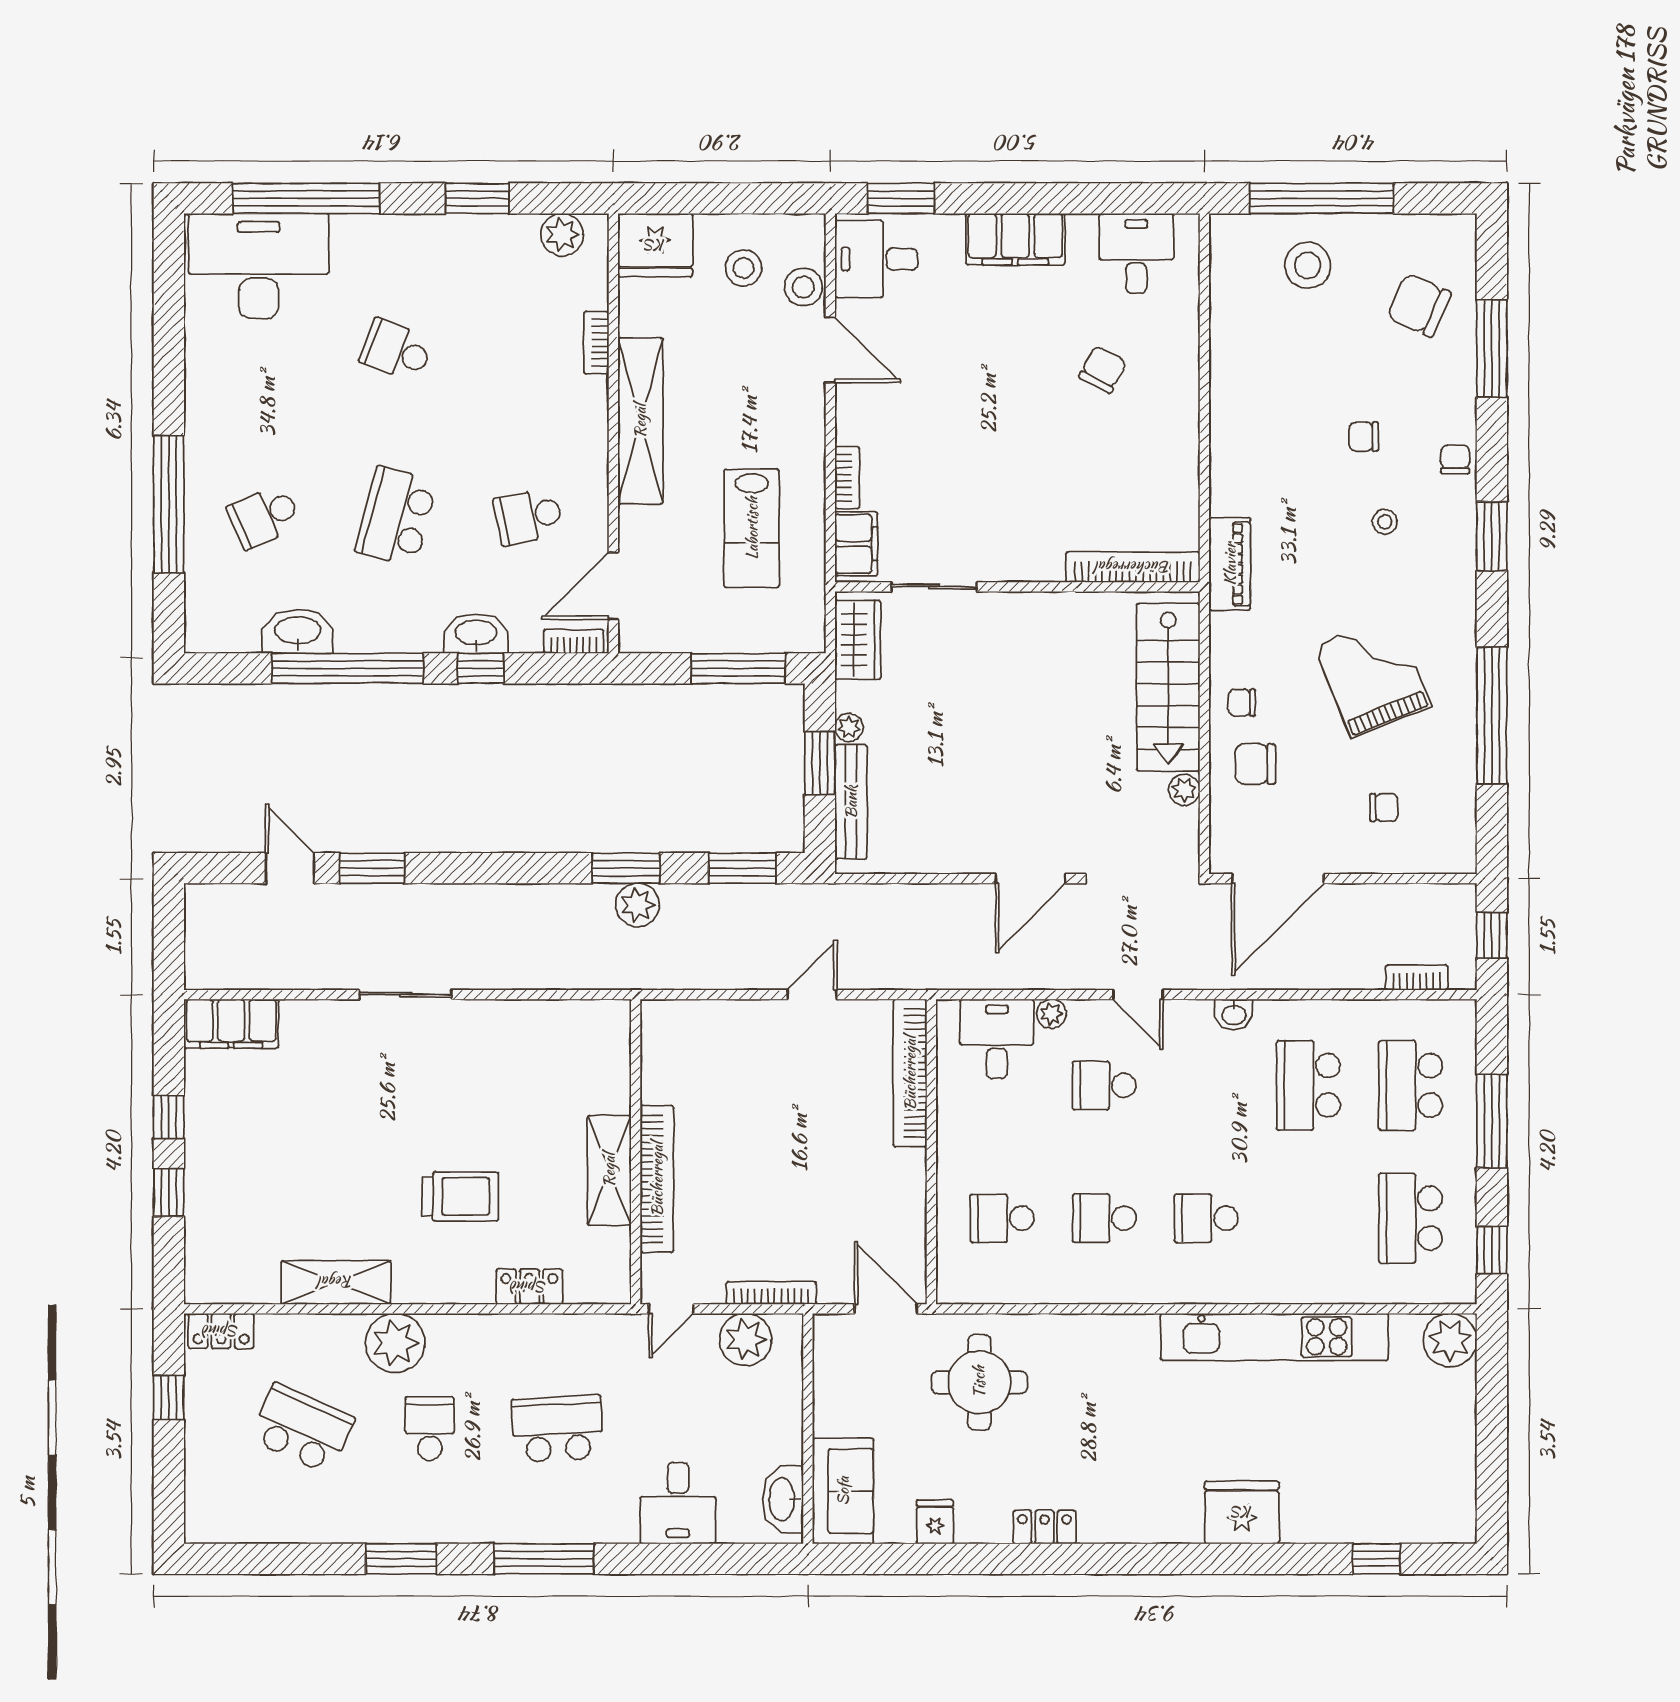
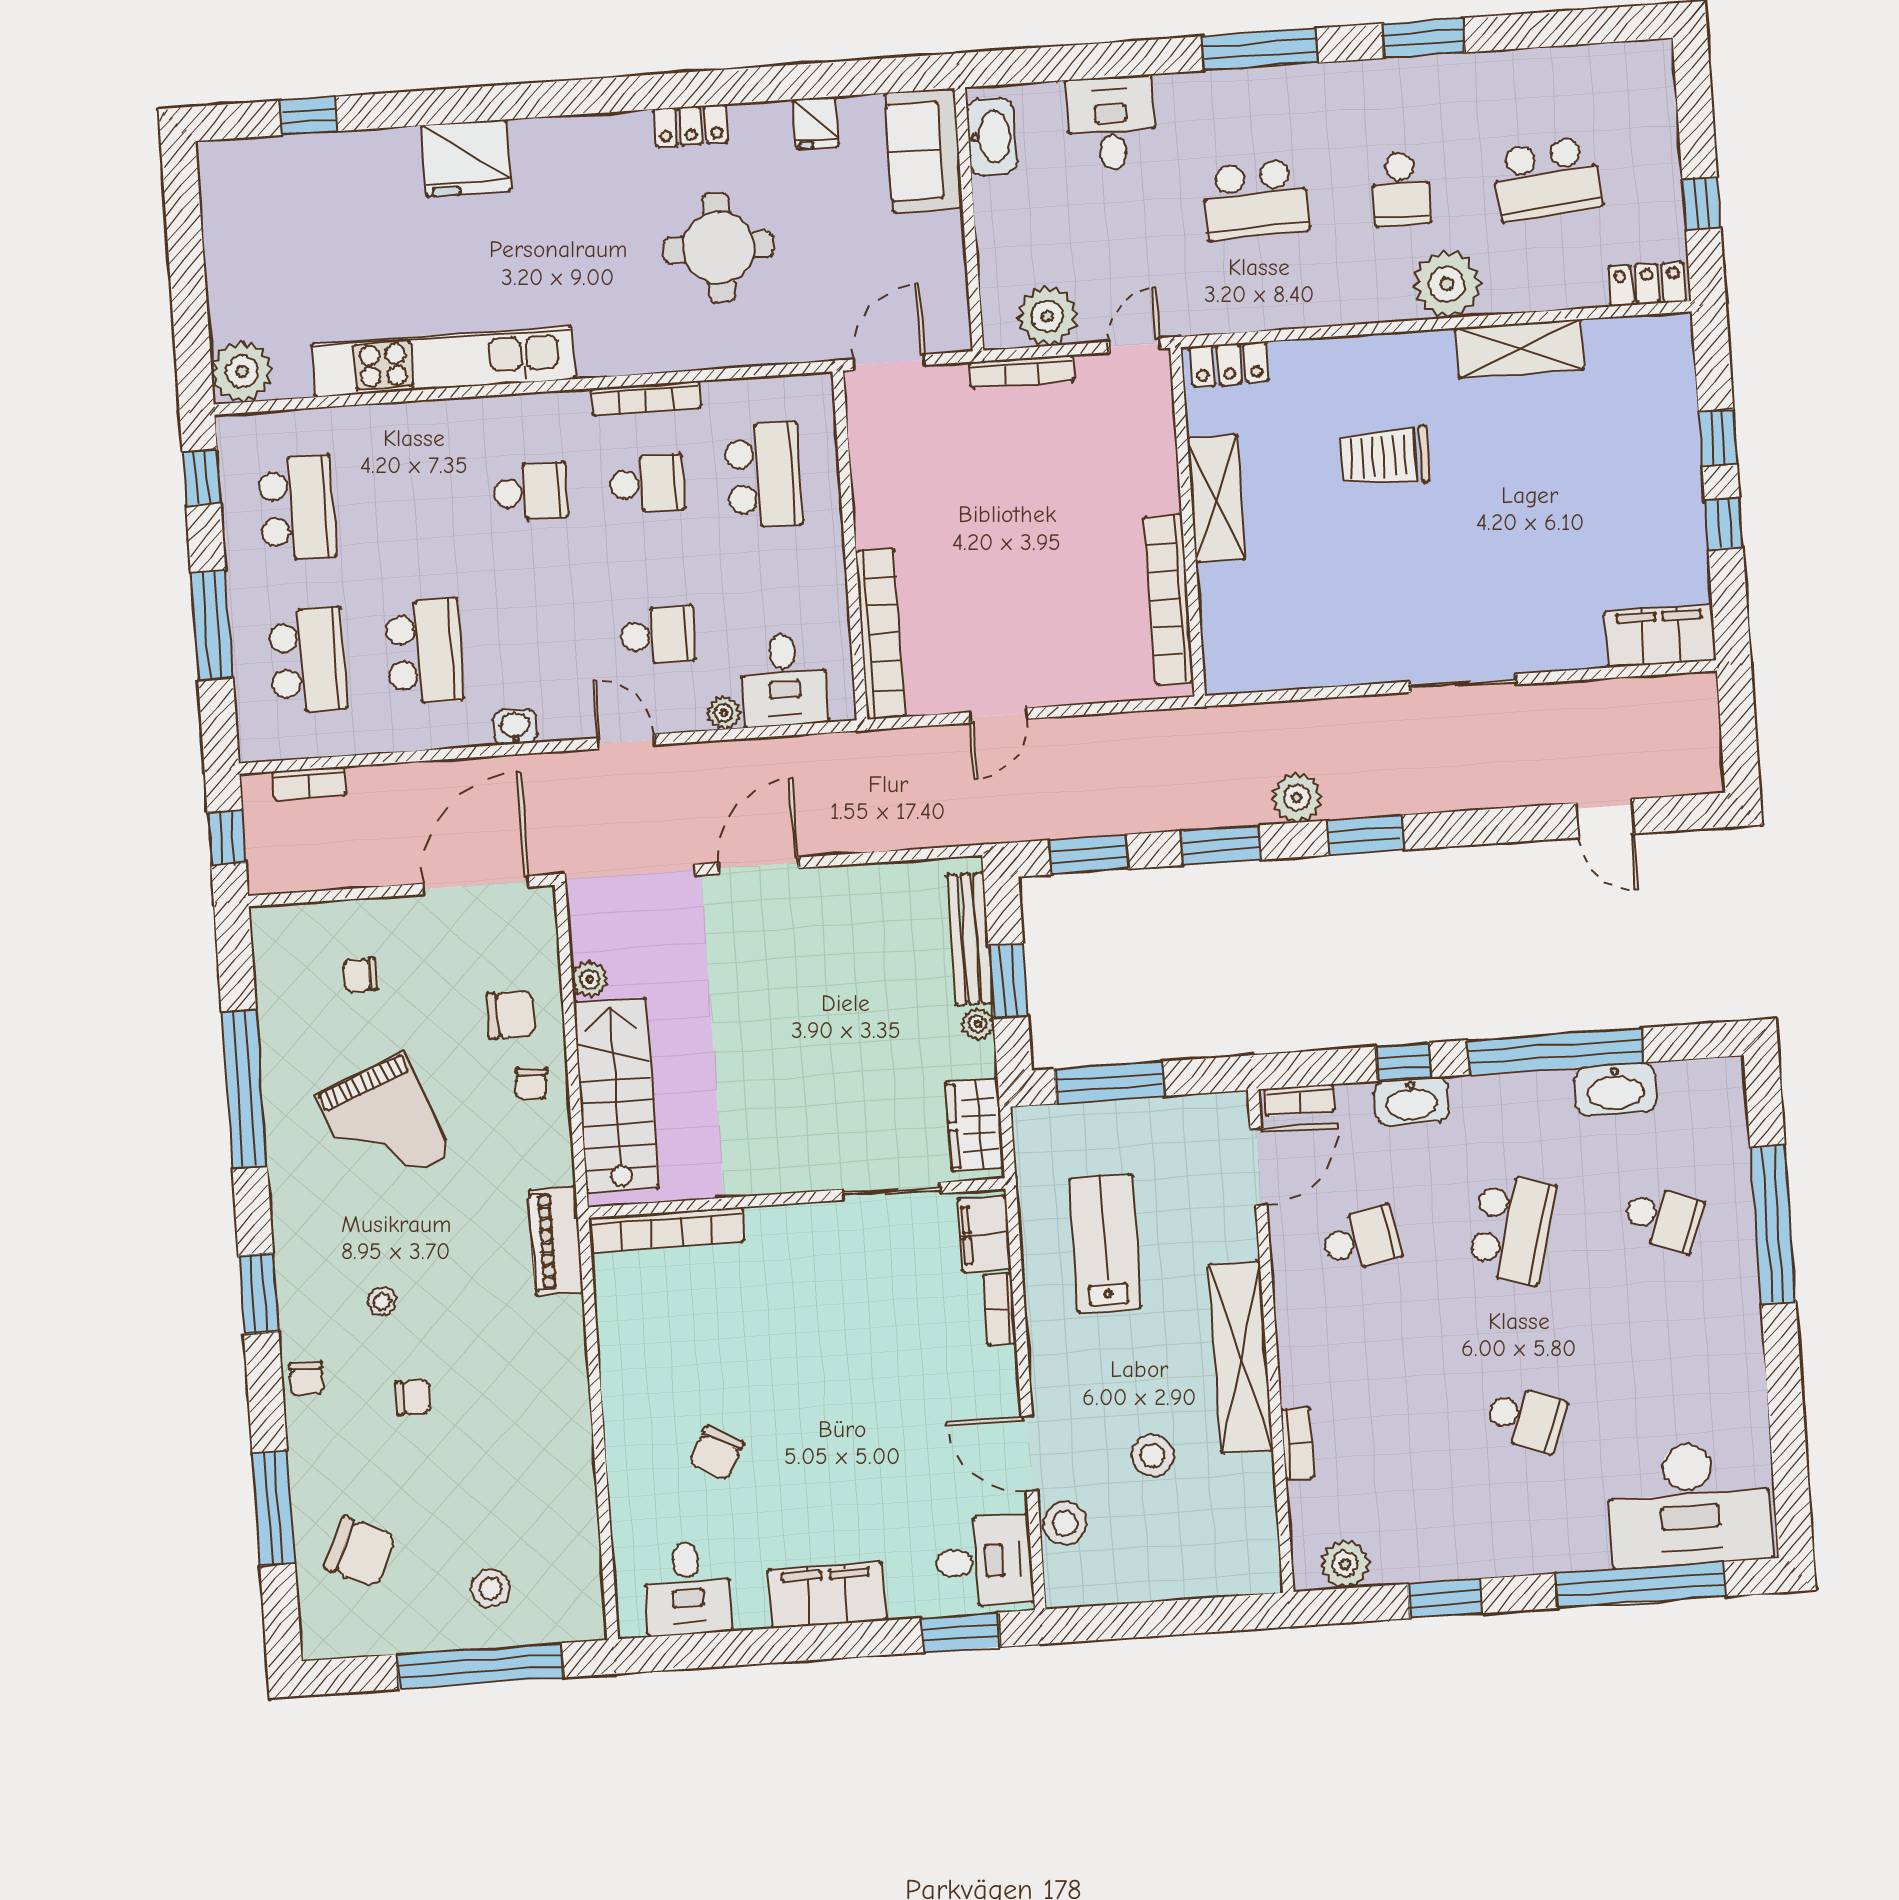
fridge: (655, 245) -> (1238, 1559), removed
stool: (1308, 265) -> (490, 1588), width x0.73, depth x0.73
stool: (744, 268) -> (1153, 1456), moved
school desk: (264, 516) -> (1663, 1218), turned 45
chair: (1242, 703) -> (531, 1084), turned 95
window: (372, 868) -> (1365, 835), moved
plant: (637, 905) -> (1297, 798), moved
bookcase: (657, 1179) -> (1169, 599), moved
school desk: (1002, 1218) -> (764, 475), width x1.85
locker: (529, 1287) -> (1229, 364), moved
bookcase: (1100, 1292) -> (646, 398), added
door: (886, 1309) -> (889, 362), swing flipped
round table: (979, 1382) -> (719, 247), moved
school desk: (302, 1429) -> (1547, 179), turned -30

